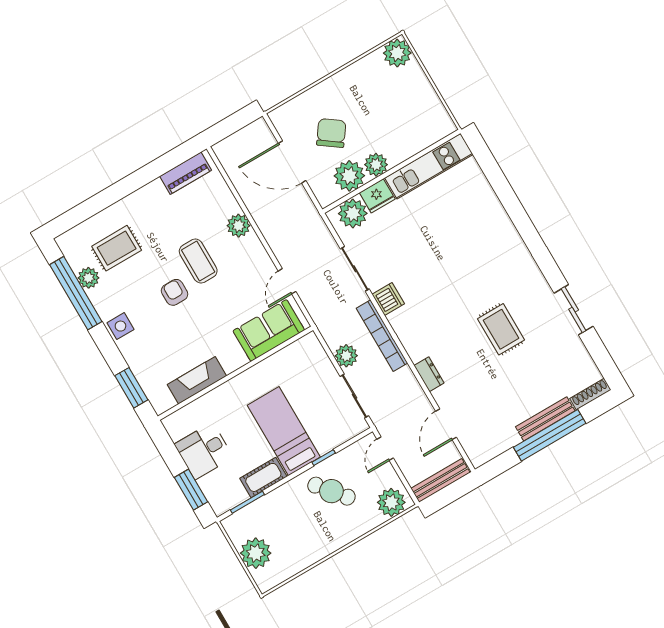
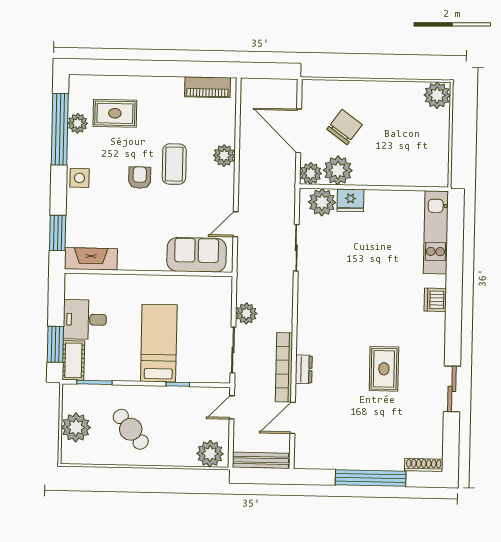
plant: (376, 165) -> (311, 173), moved
kitchen unit: (429, 166) -> (436, 232), moved, turned 90
dishwasher: (388, 299) -> (435, 300), moved, turned 180
bookcase: (382, 336) -> (284, 367), moved
fireplace: (197, 380) -> (91, 259), moved
bench: (545, 419) -> (375, 463), removed
cot: (263, 477) -> (73, 360), moved, turned 90
cafe table: (331, 491) -> (131, 429), moved

